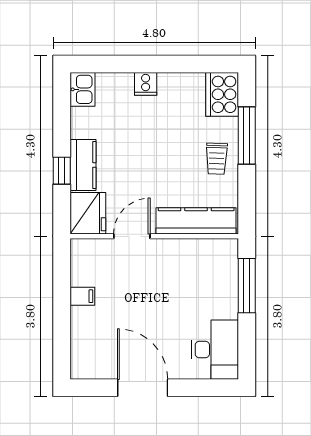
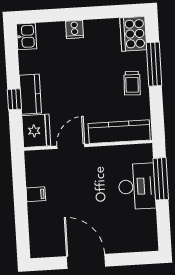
desk: (215, 350) -> (137, 186), moved

